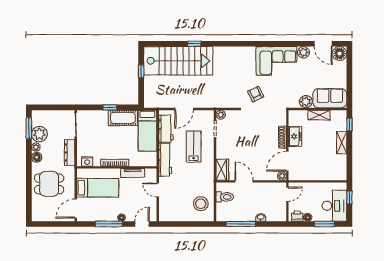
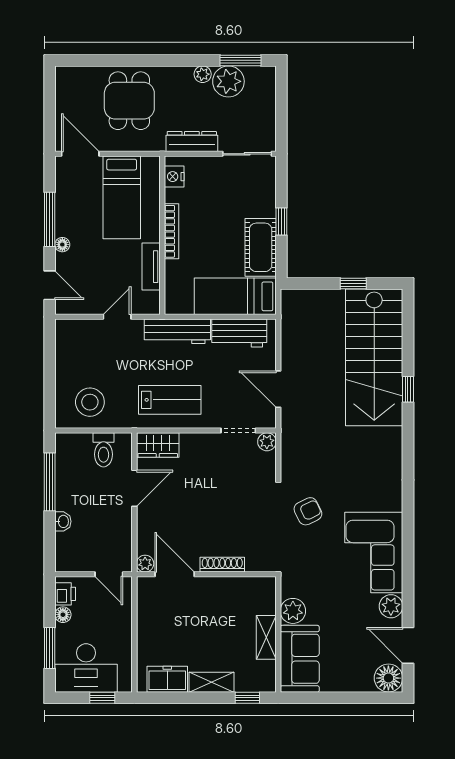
door: (323, 44) -> (408, 645), hinge flipped
door: (184, 109) -> (278, 389), moved
freezer: (295, 136) -> (167, 679), moved, turned 180
lab bench: (194, 147) -> (170, 400), moved
floor lamp: (37, 157) -> (182, 76), removed

